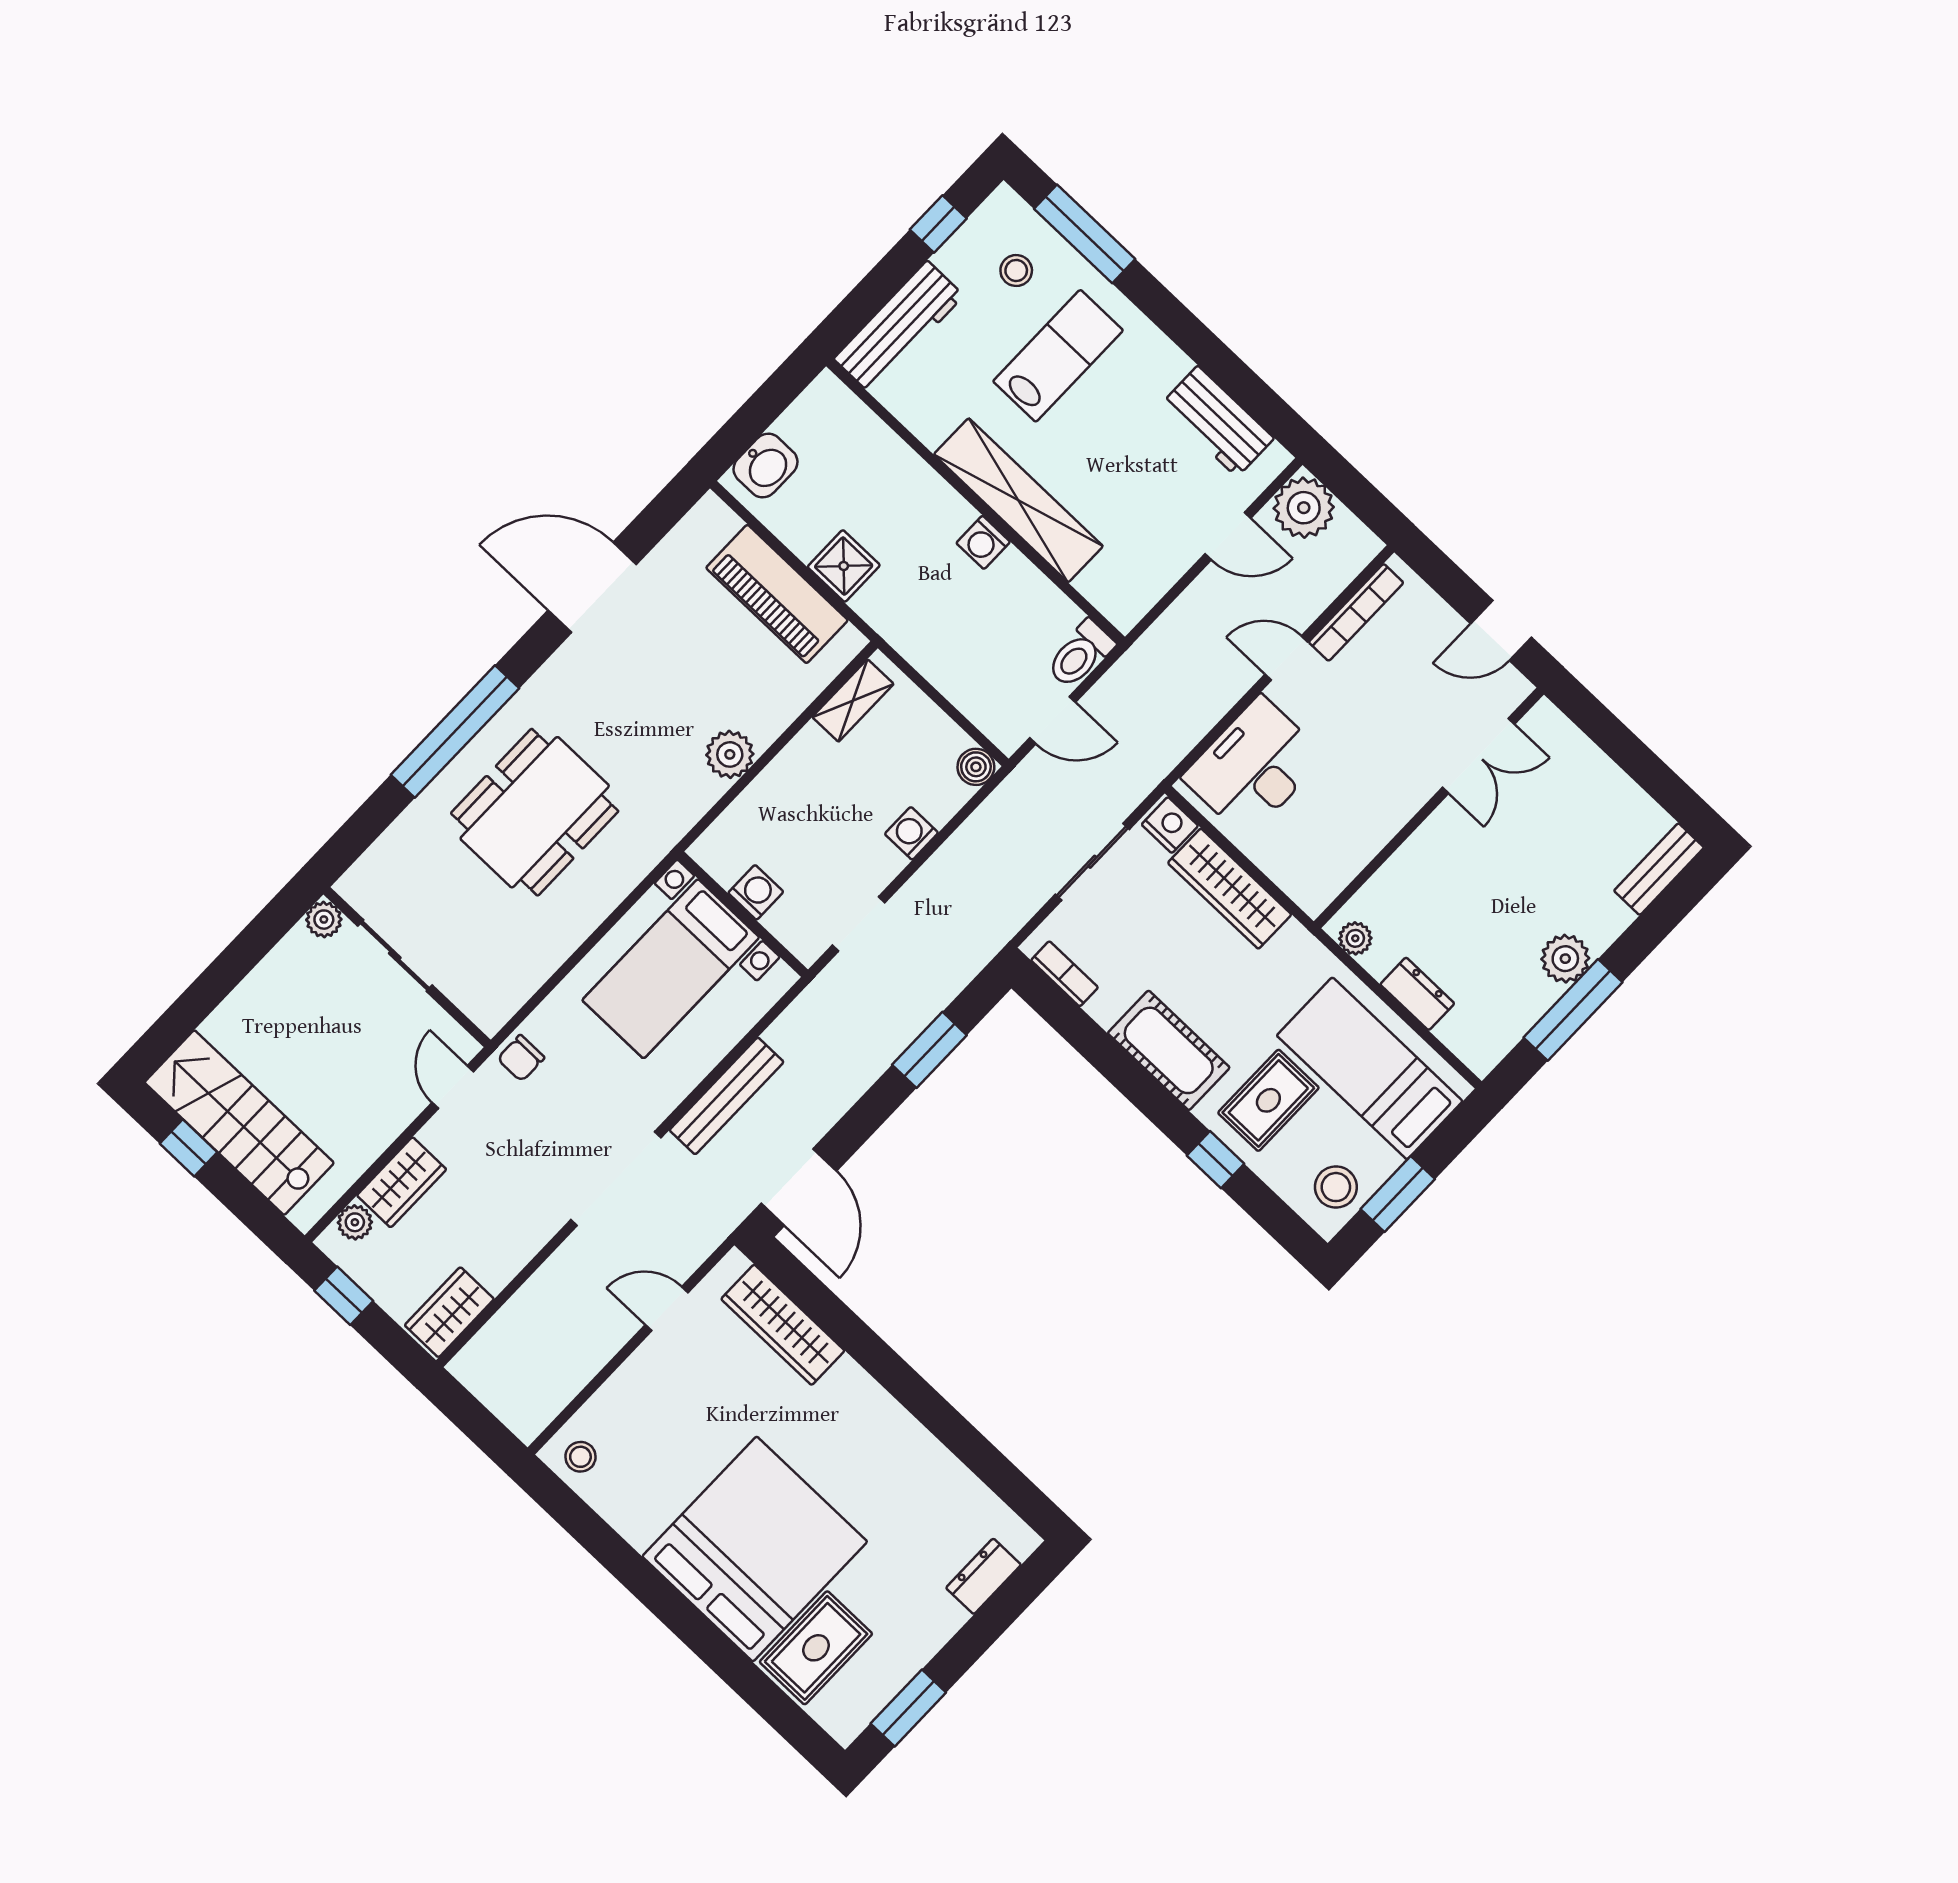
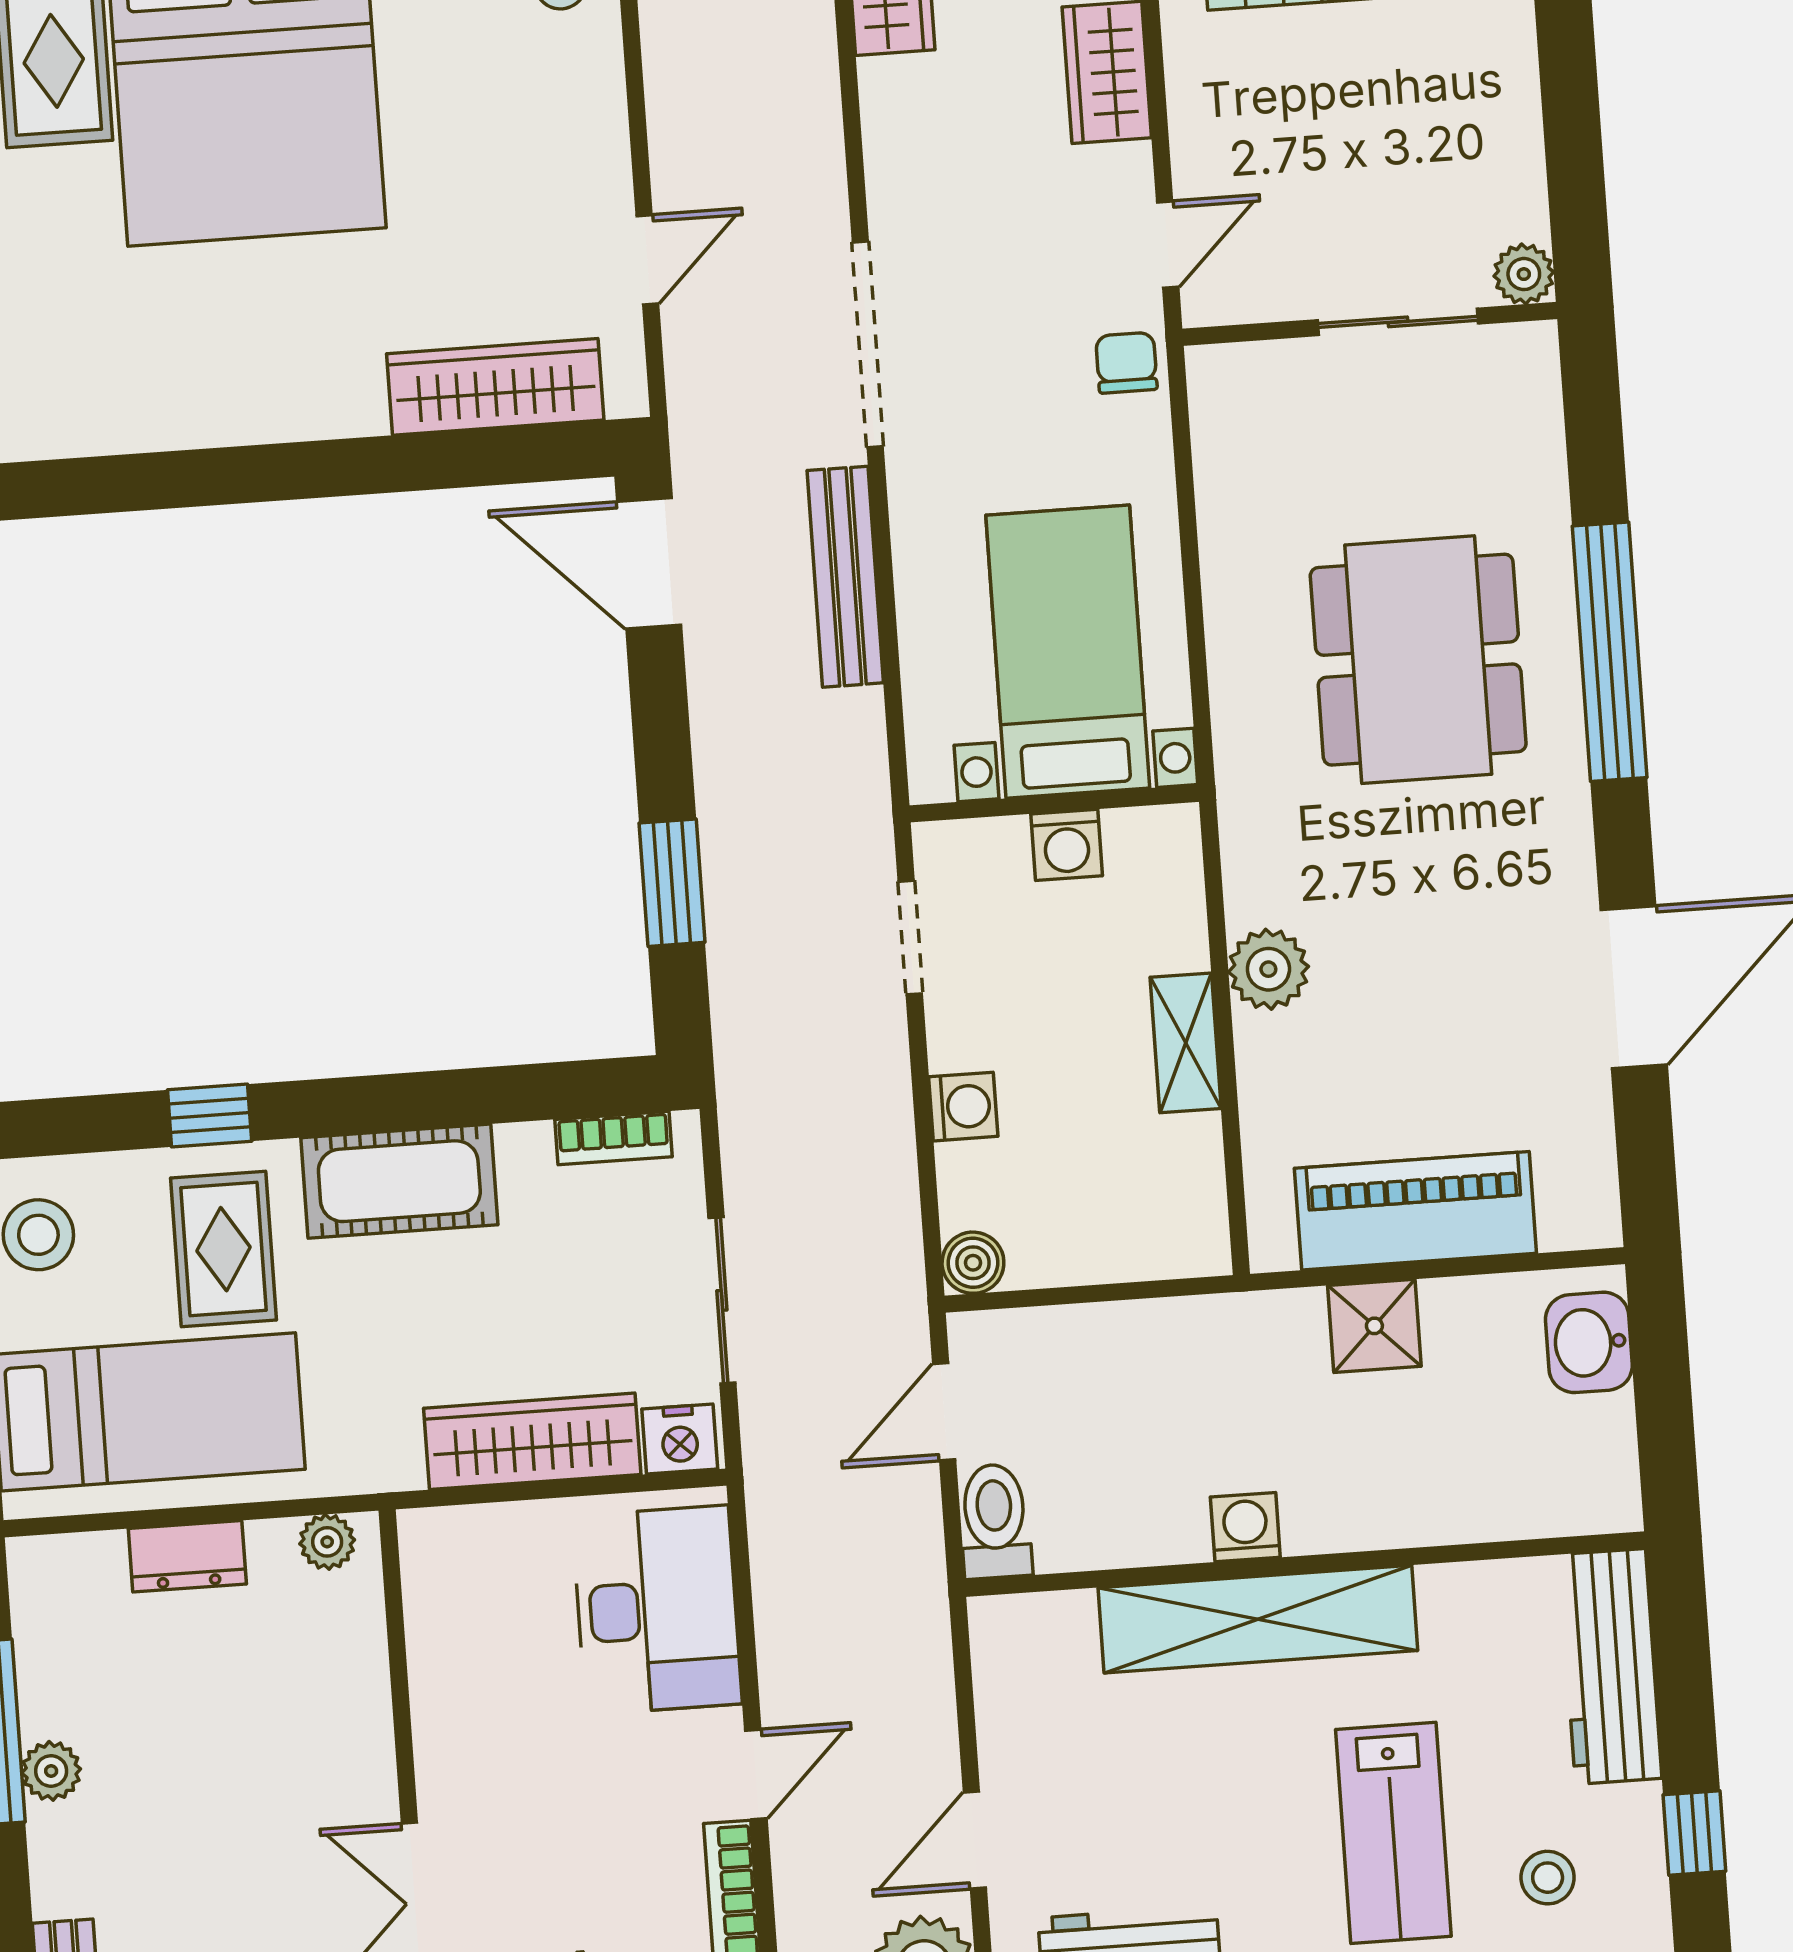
shelving: (853, 701) -> (1186, 1043), moved
plant: (1565, 959) -> (51, 1771), width x0.73, depth x0.73
door: (453, 1087) -> (1168, 244), hinge flipped

